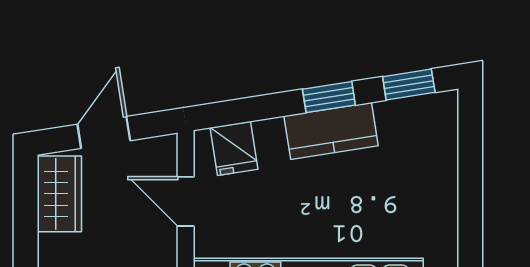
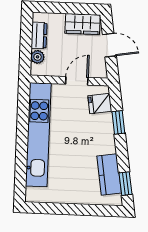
window: (329, 97) -> (118, 122), moved
kitchen counter: (331, 131) -> (109, 175), moved

